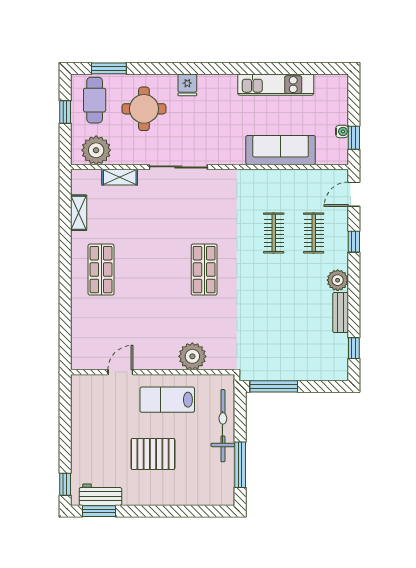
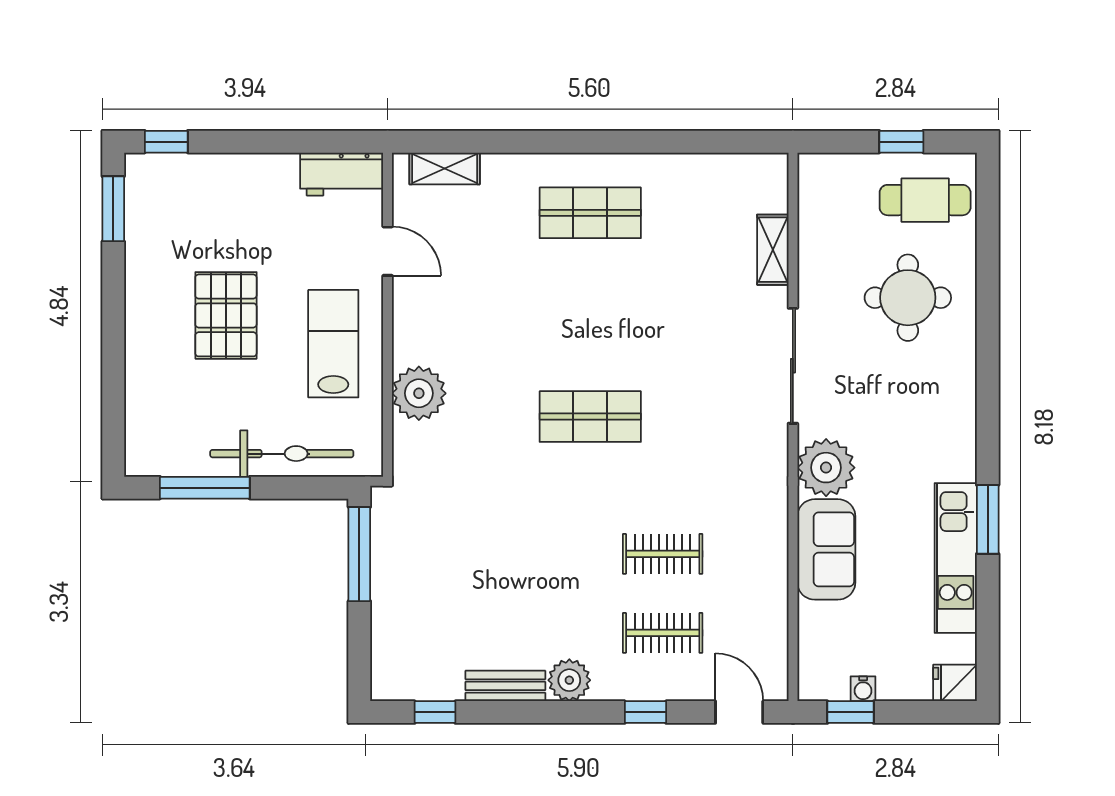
window: (109, 68) -> (988, 519), moved
fridge: (187, 85) -> (955, 683), moved
plant: (96, 150) -> (826, 468), moved
sofa: (281, 150) -> (826, 549), width x0.73
shelving: (79, 213) -> (445, 168), moved
workbench: (100, 495) -> (342, 174), moved, turned 90

